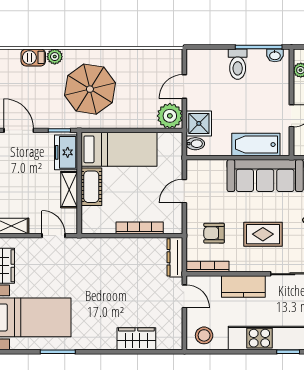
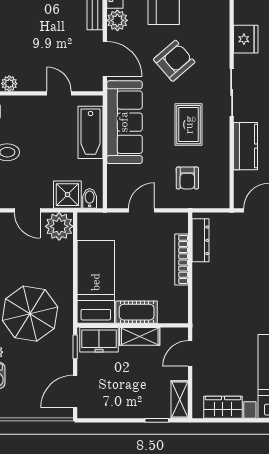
door: (184, 191) -> (141, 210), swing flipped
dresser: (175, 257) -> (201, 240), moved, turned -90
bookcase: (208, 266) -> (224, 185), removed

